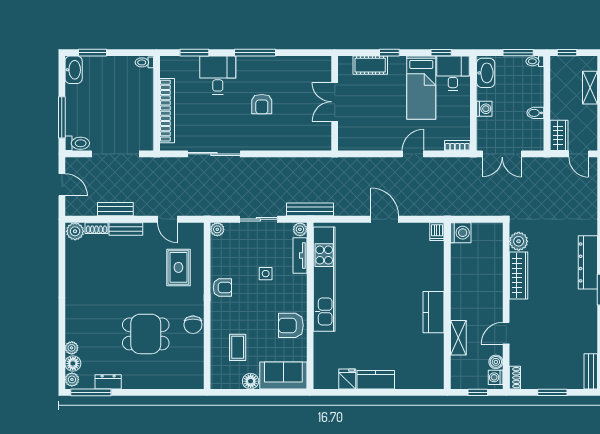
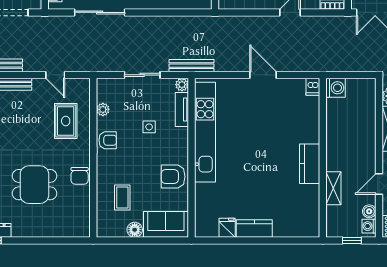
plant: (217, 229) -> (103, 109), moved

